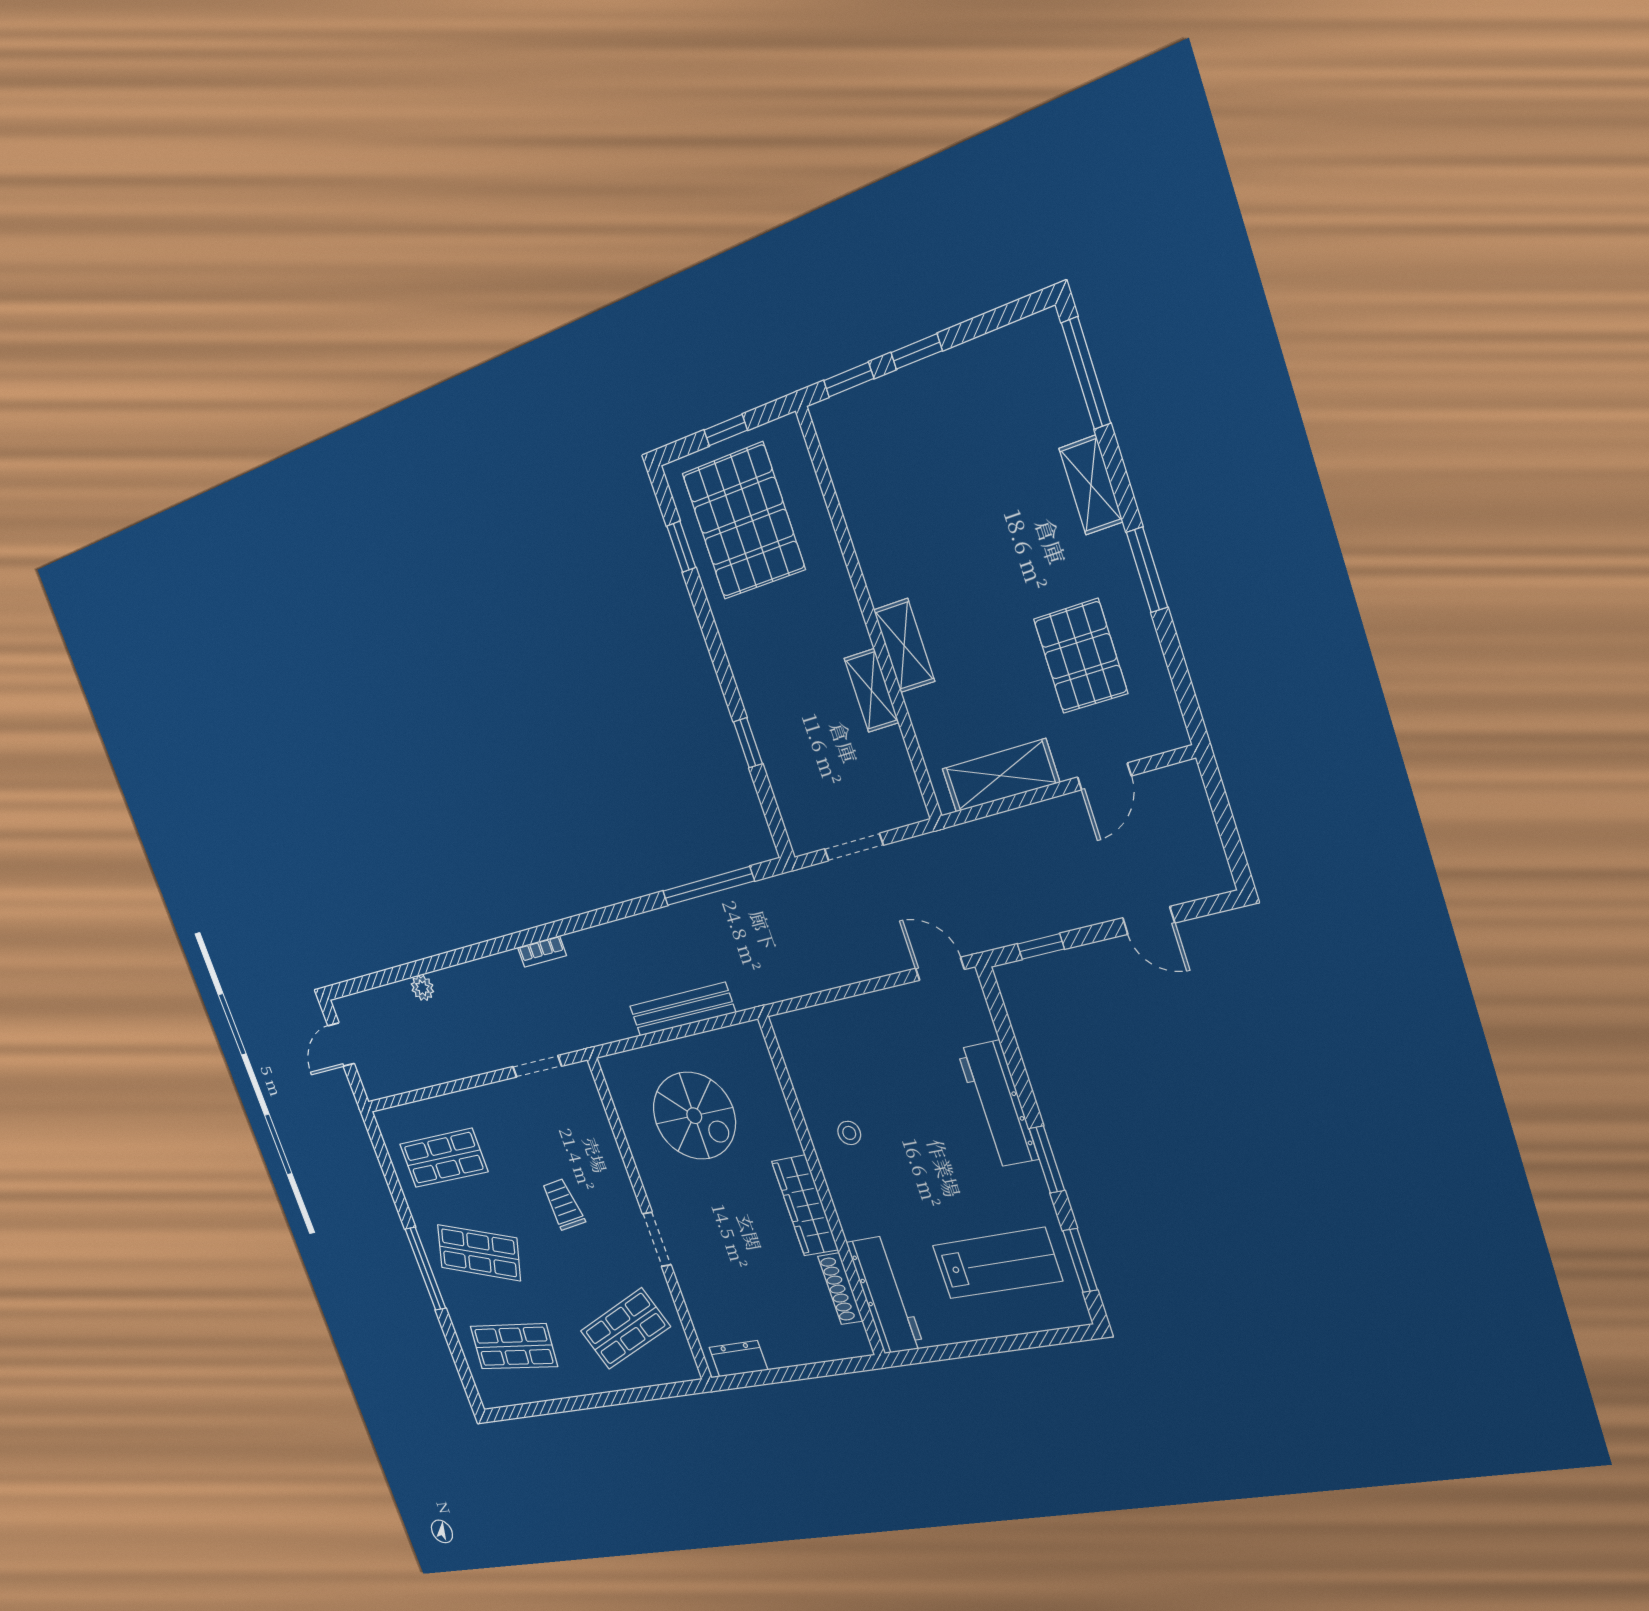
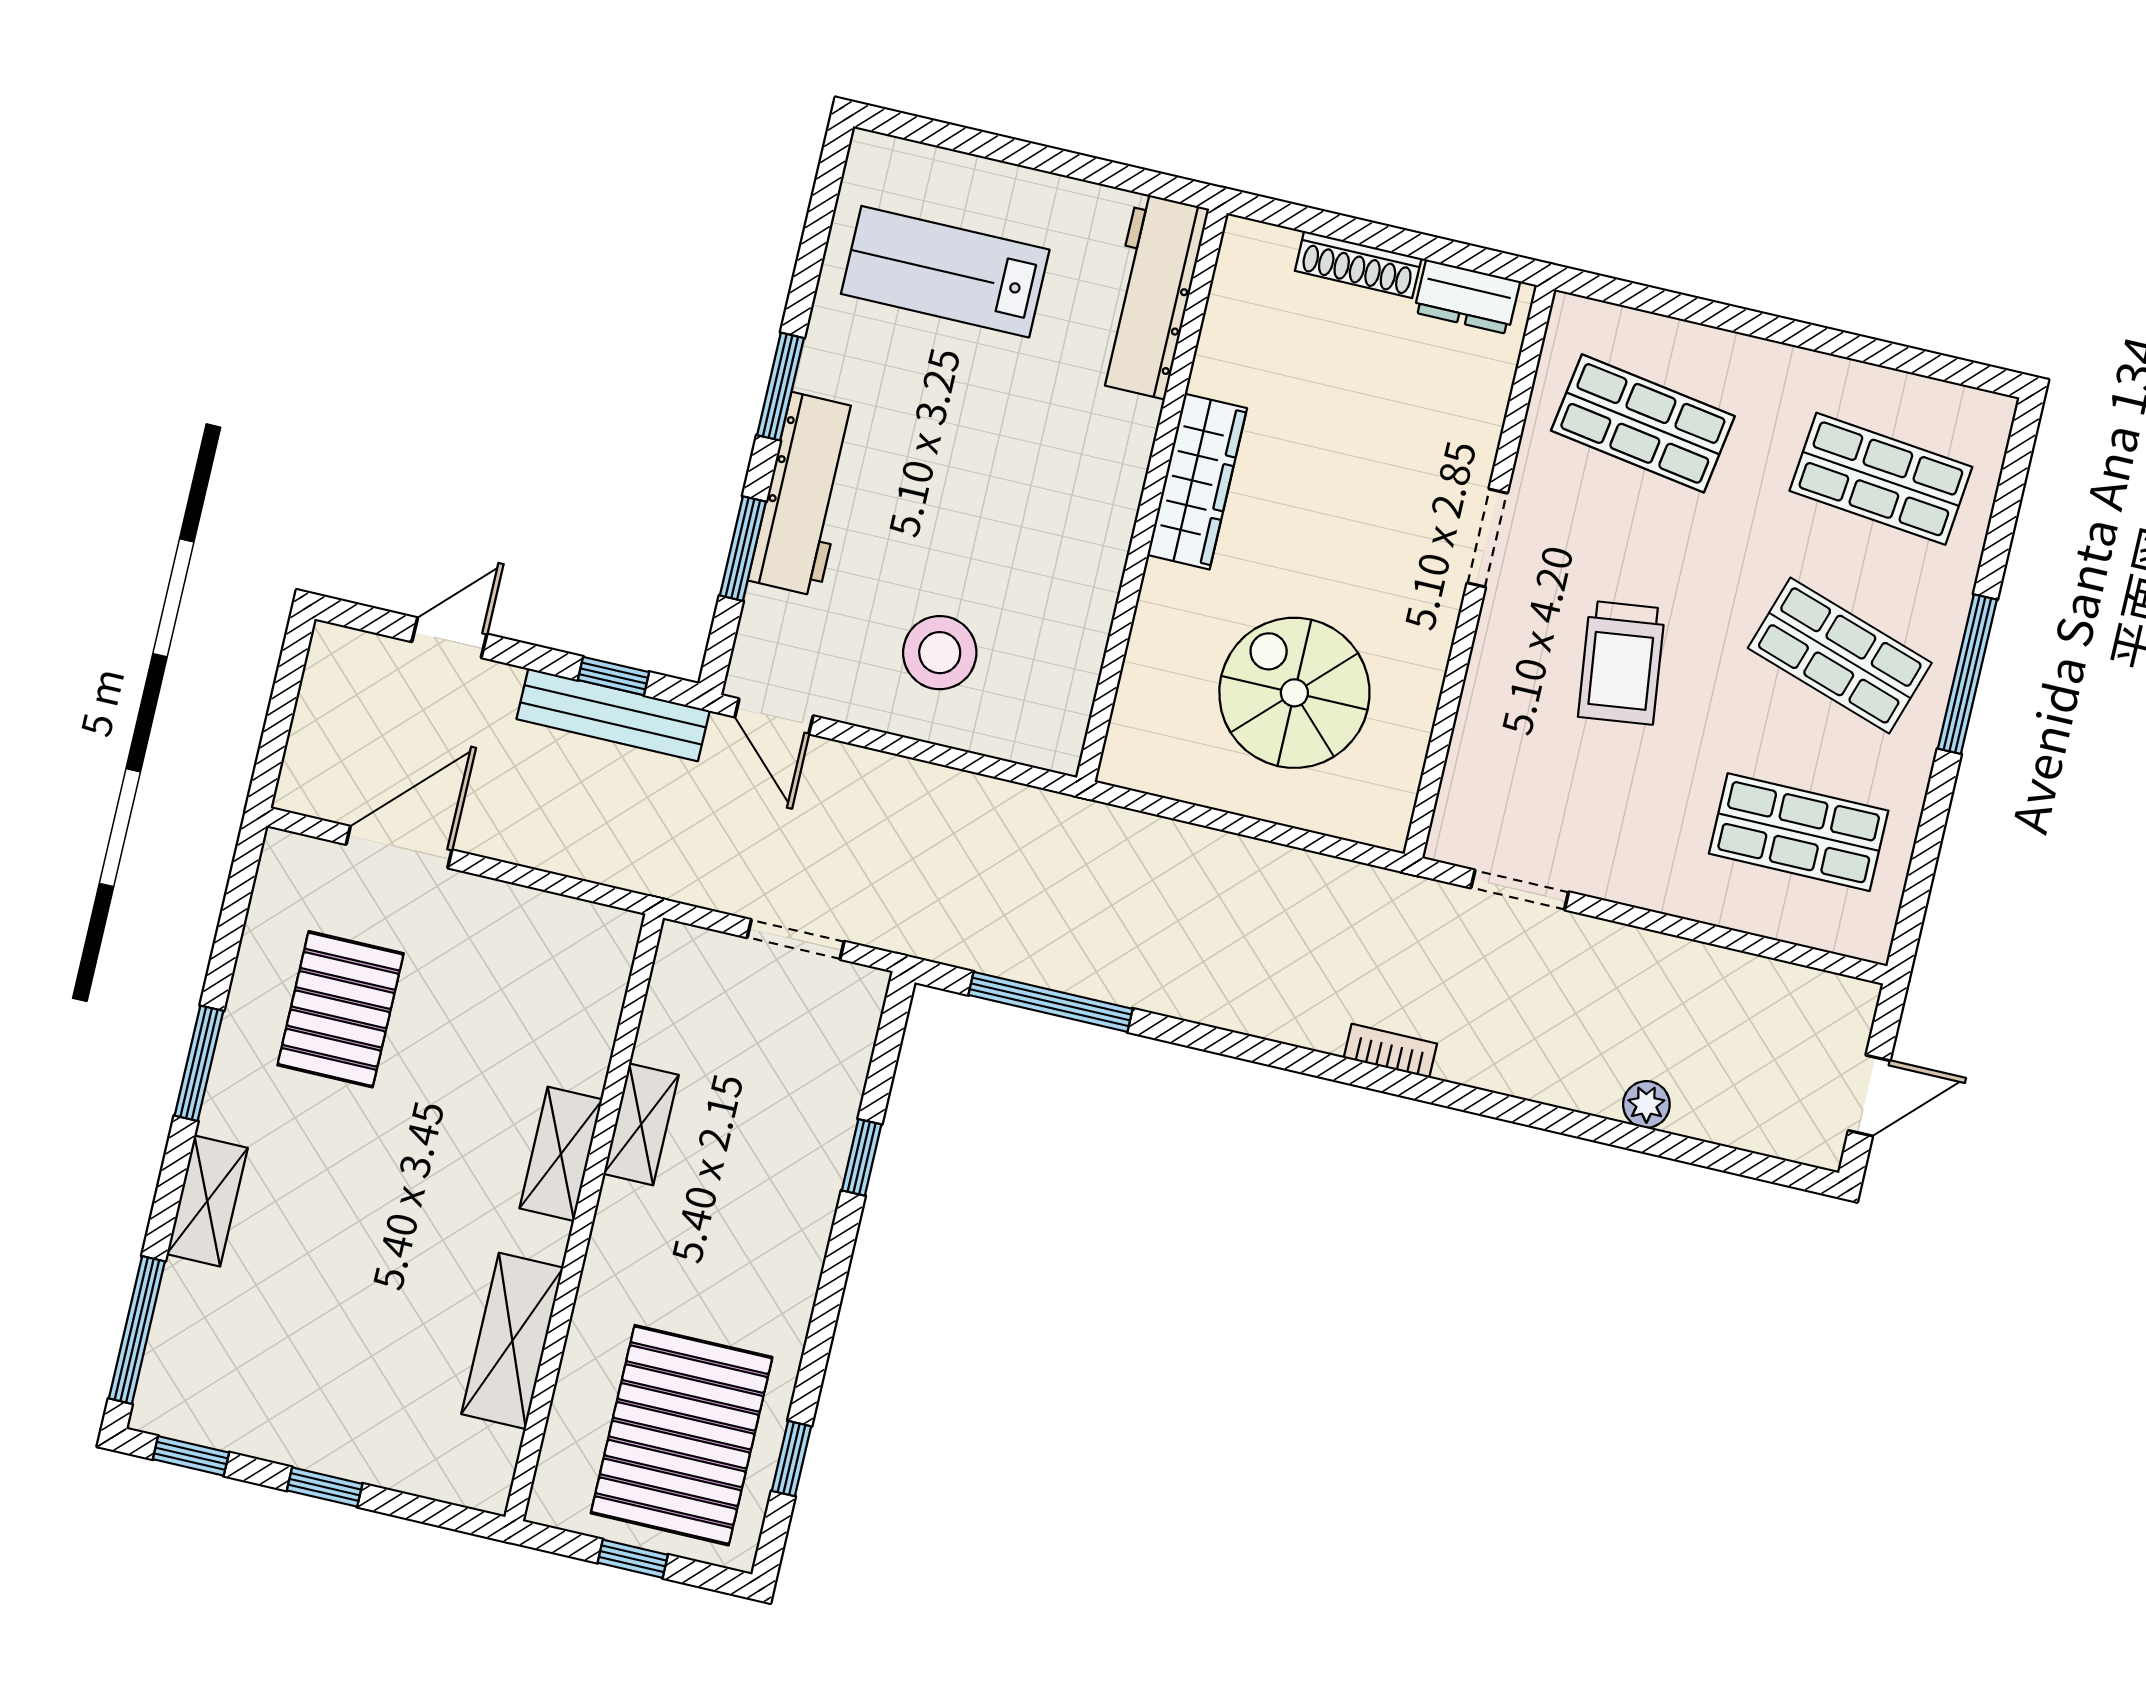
window: (849, 380) -> (191, 1456), moved
shelving: (1001, 776) -> (512, 1341), moved, turned 90
door: (1104, 777) -> (399, 847), width x1.38
door: (1149, 920) -> (449, 638), hinge flipped
bench: (682, 1009) -> (613, 715), moved
stool: (849, 1133) -> (940, 653), moved, width x1.89, depth x1.89
trolley: (563, 1204) -> (1622, 663), width x1.36, depth x1.39
window: (1080, 1260) -> (743, 549), moved
shoe rack: (840, 1289) -> (1358, 265), moved, turned 90
shop shelf: (625, 1329) -> (1643, 423), turned 30

